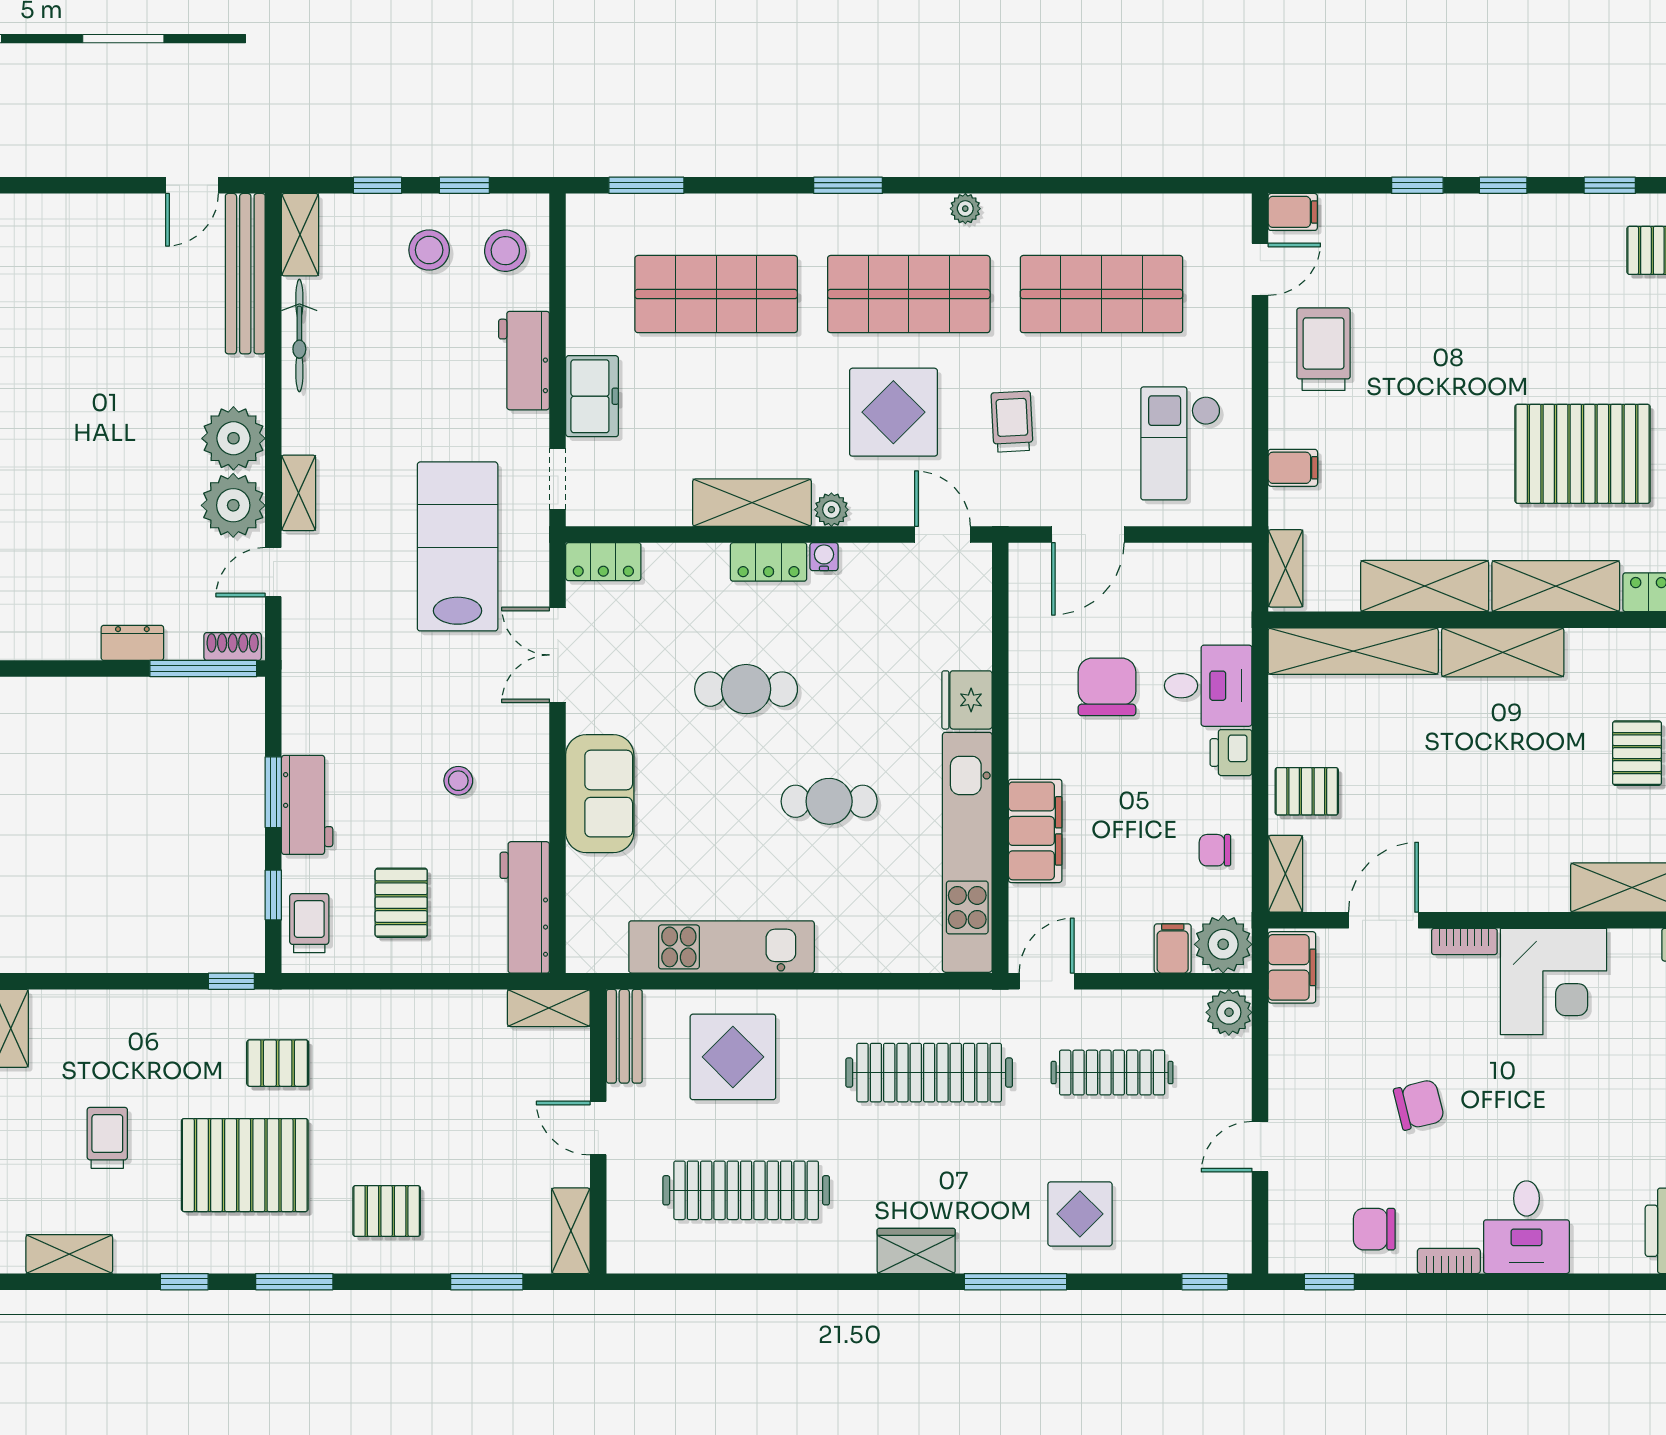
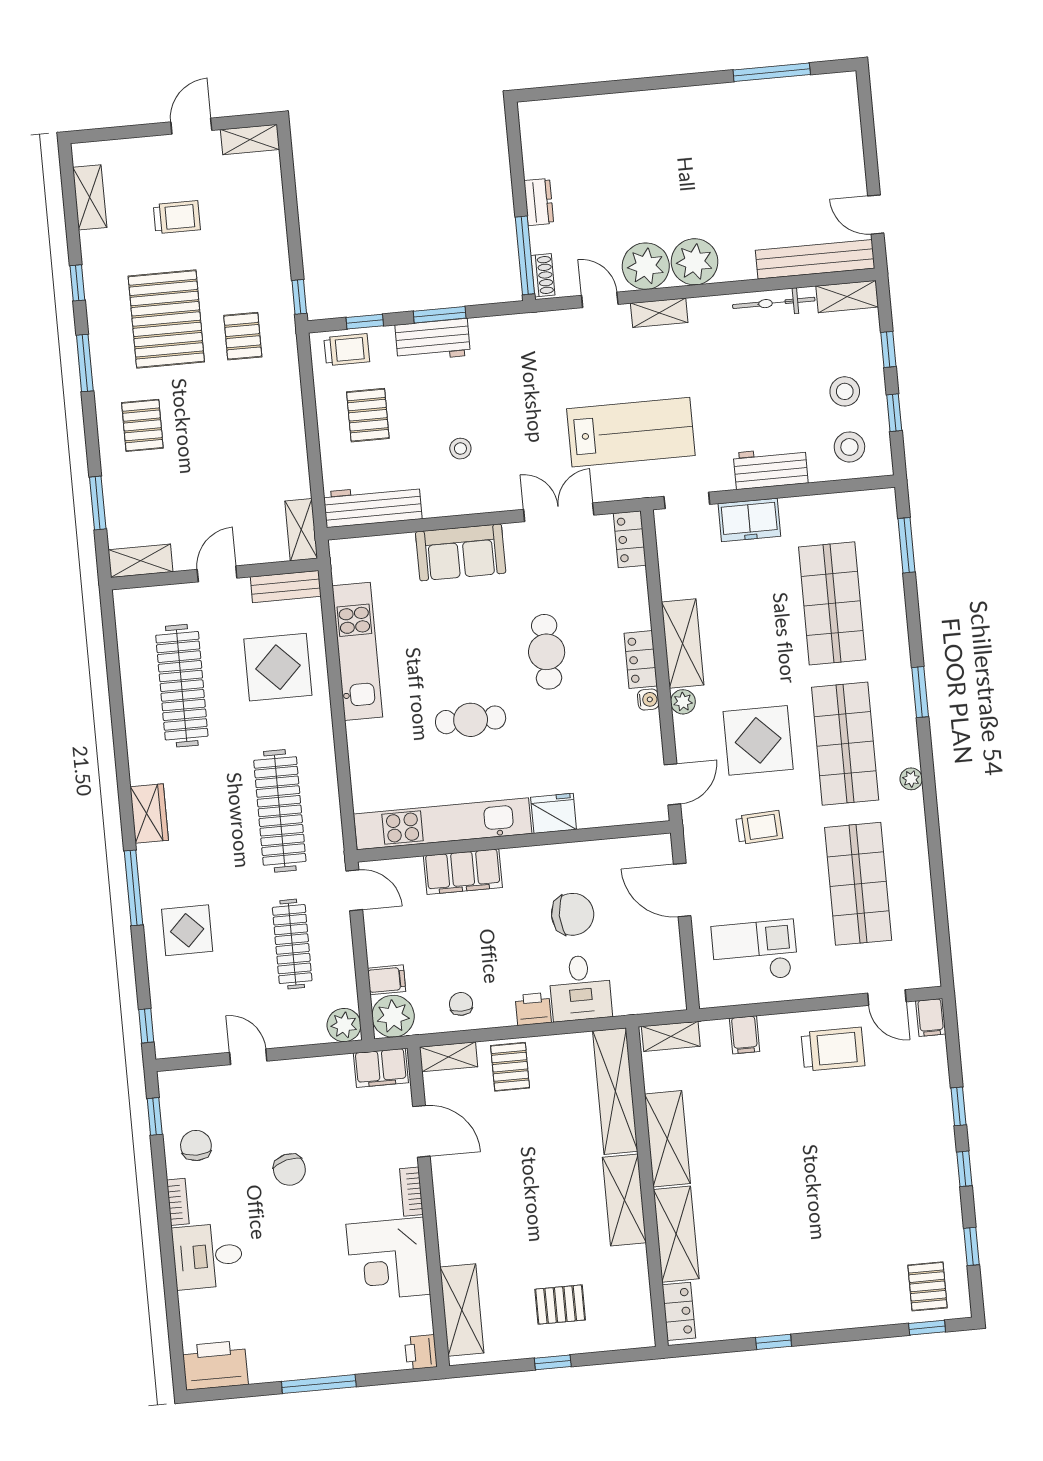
pallet: (1583, 454) -> (774, 1245), removed
cafe table: (829, 801) -> (471, 720), turned 90
pallet: (401, 903) -> (368, 415), turned 90

